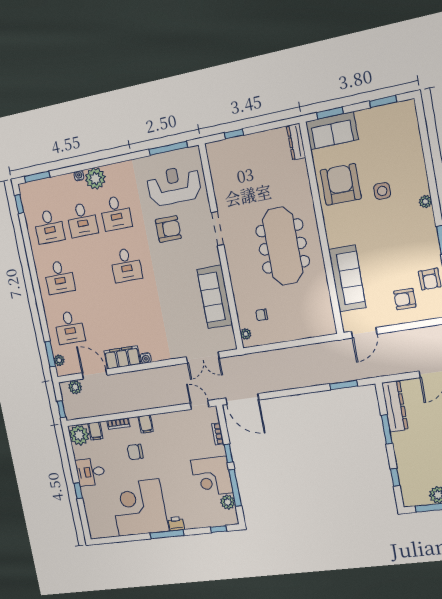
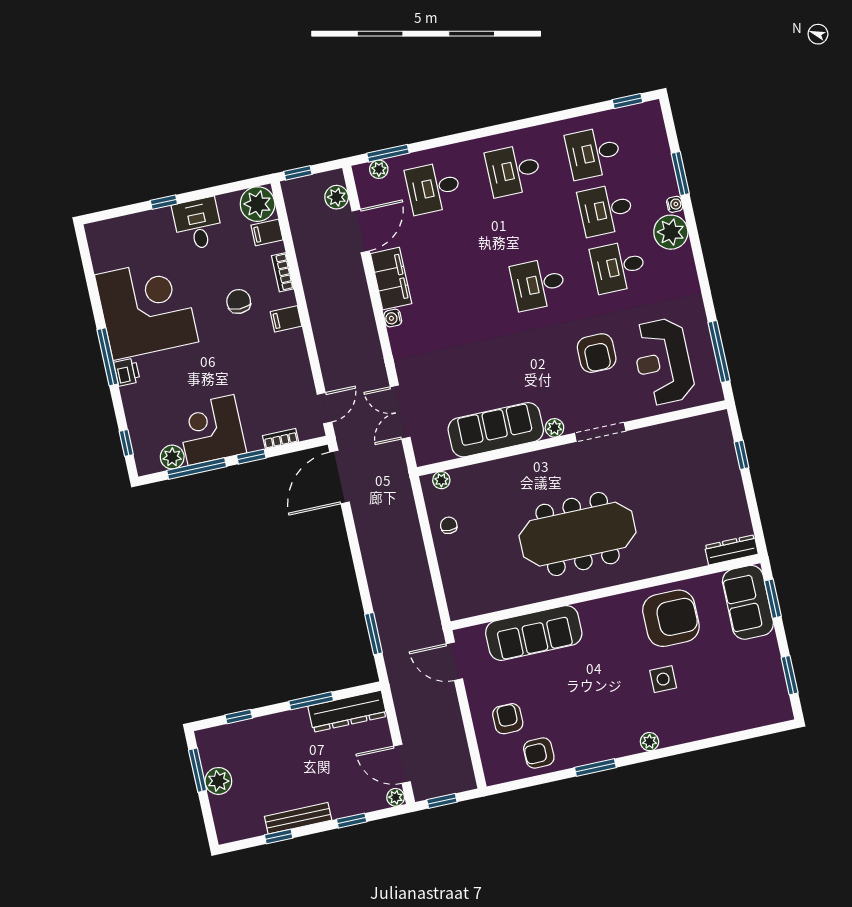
window: (37, 177) -> (680, 174), moved
reception desk: (174, 186) -> (663, 362), turned 180
plant: (214, 259) -> (554, 428), added
chair: (262, 315) -> (449, 525), moved

